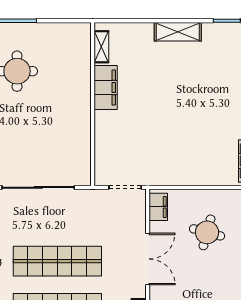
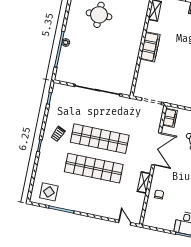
filing cabinet: (106, 87) -> (150, 47), moved

